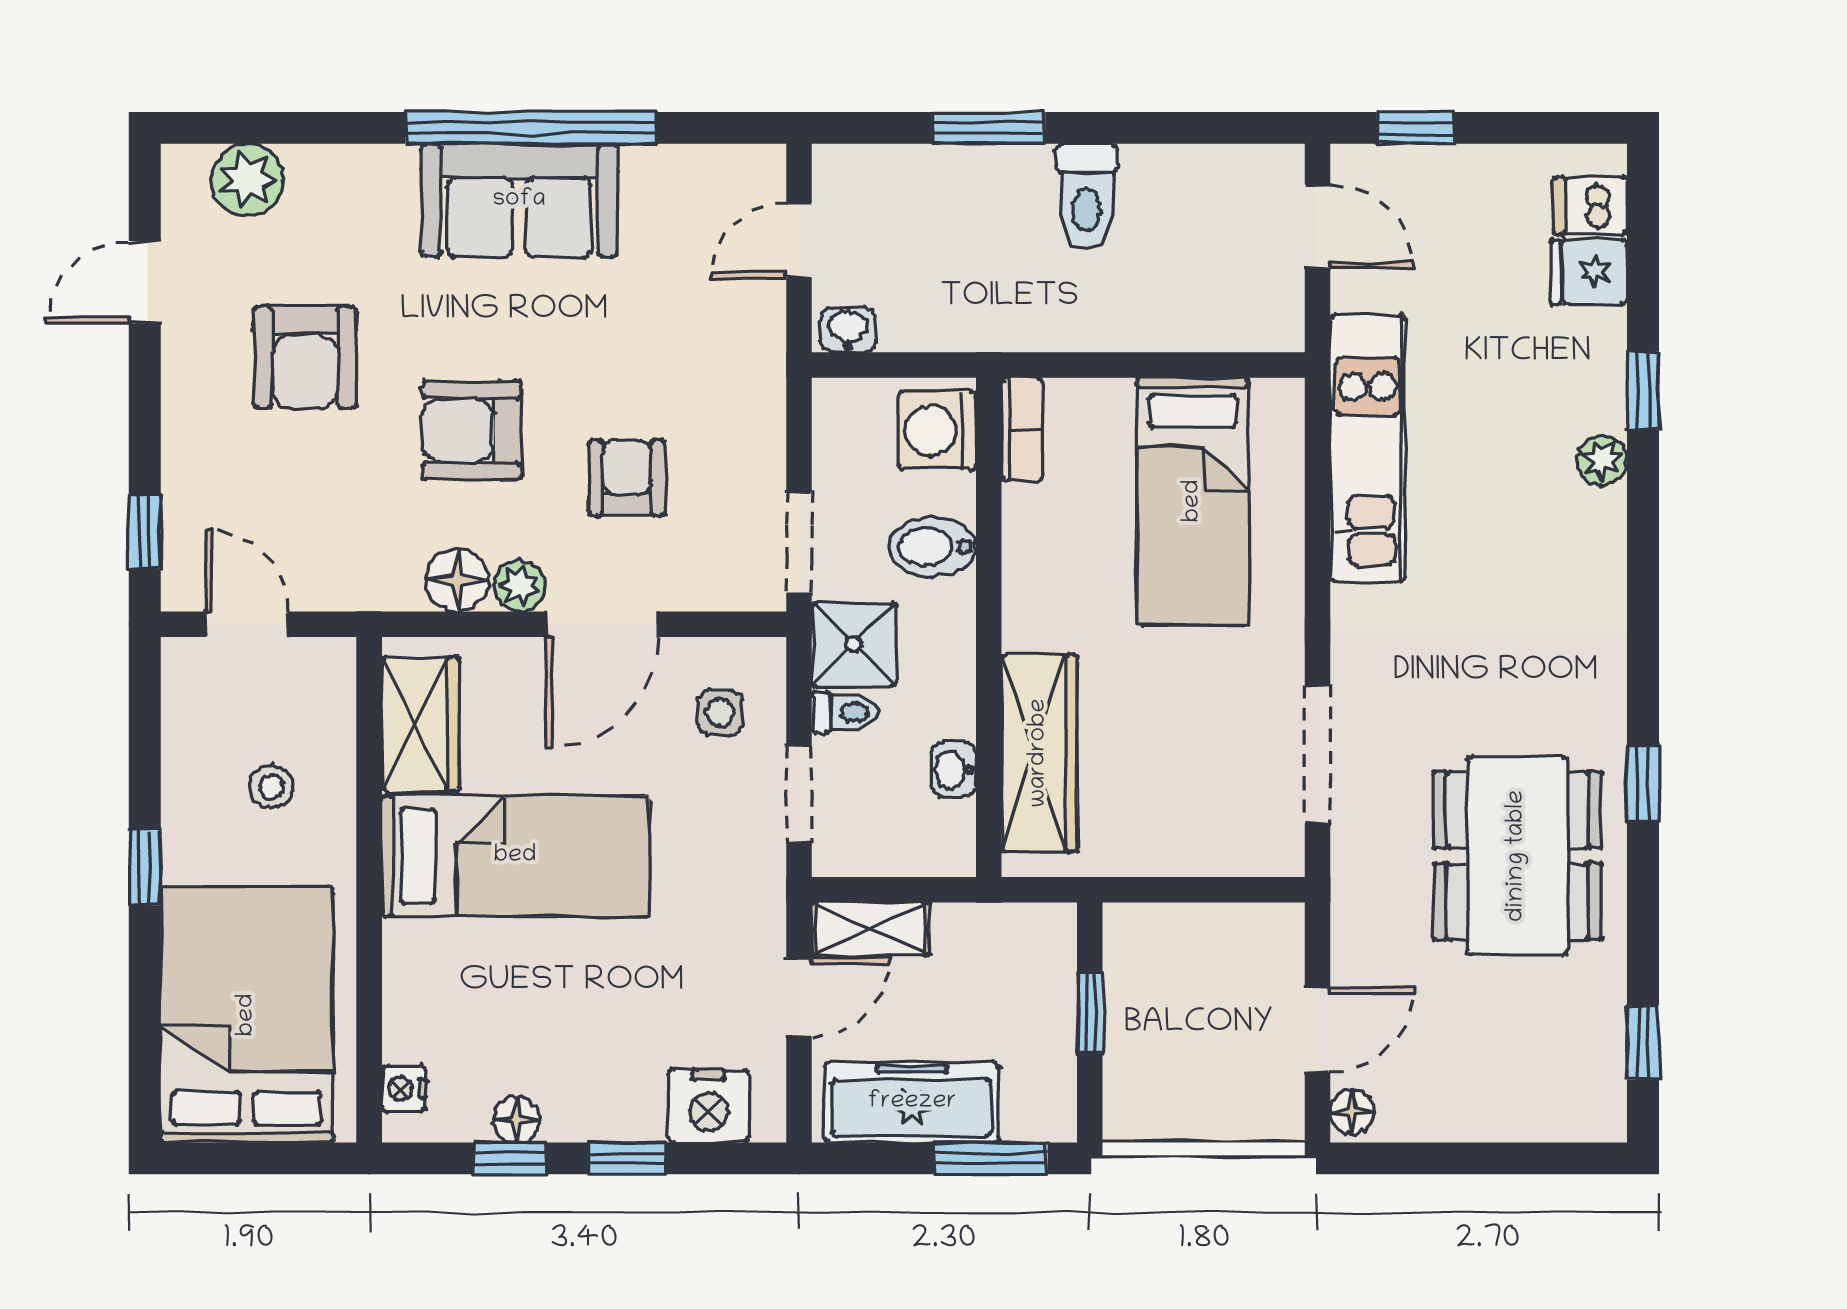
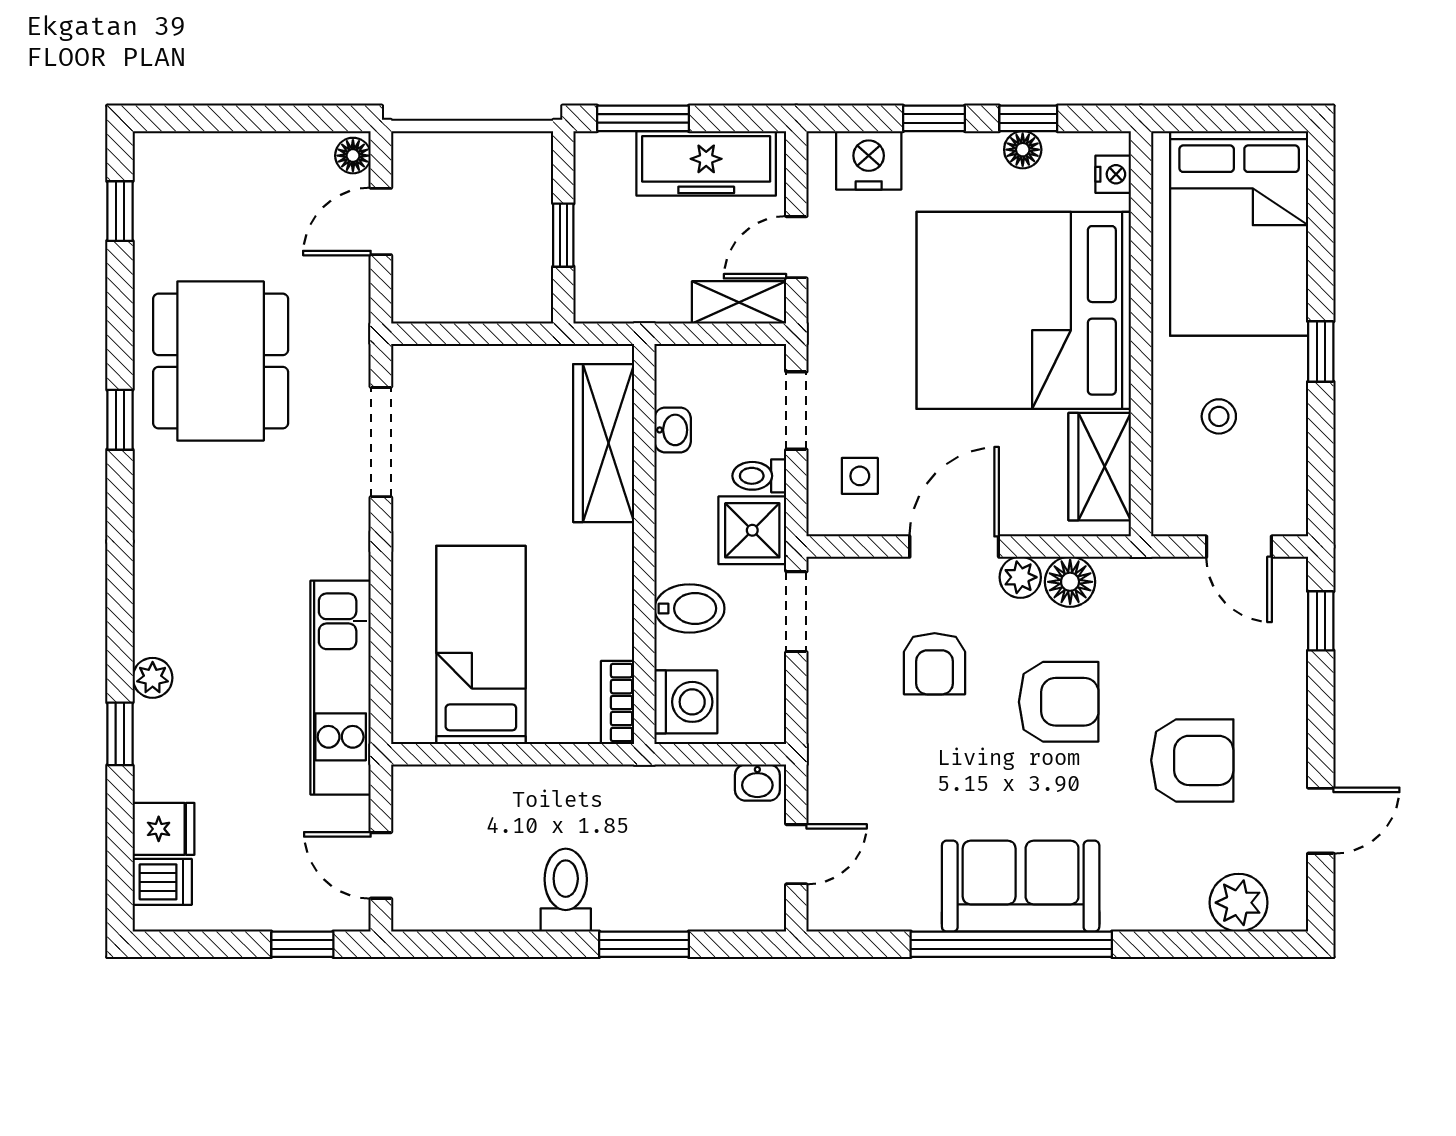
armchair: (305, 357) -> (1192, 760), turned 90
bed: (515, 856) -> (1024, 310), width x2.04

